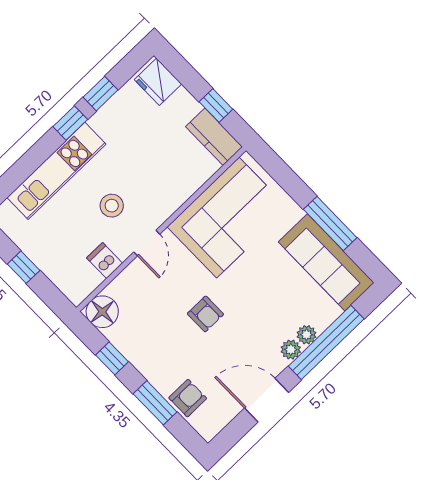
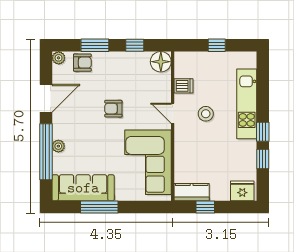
plant: (291, 350) -> (59, 58), moved
armchair: (188, 398) -> (82, 63), turned -90

